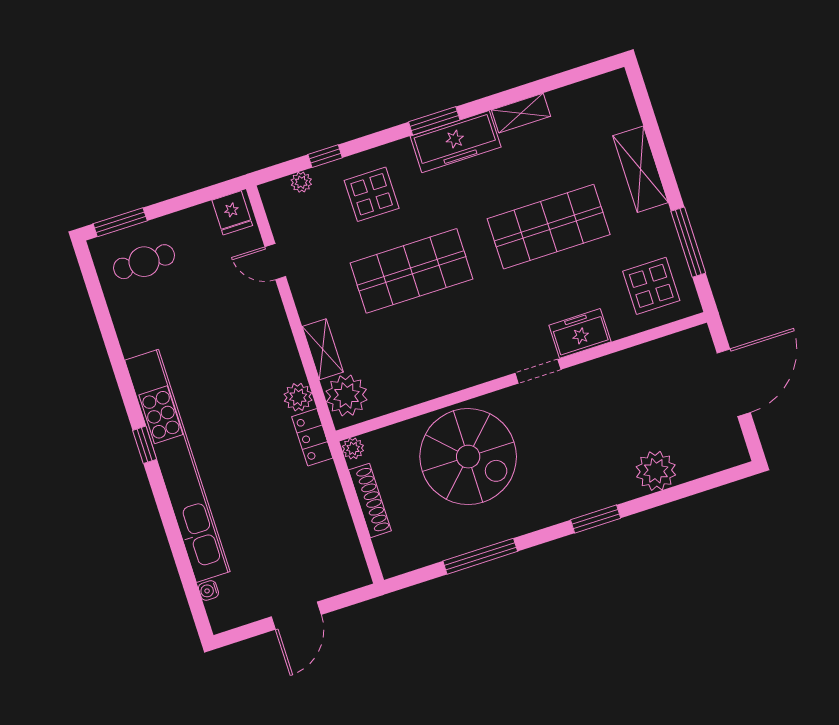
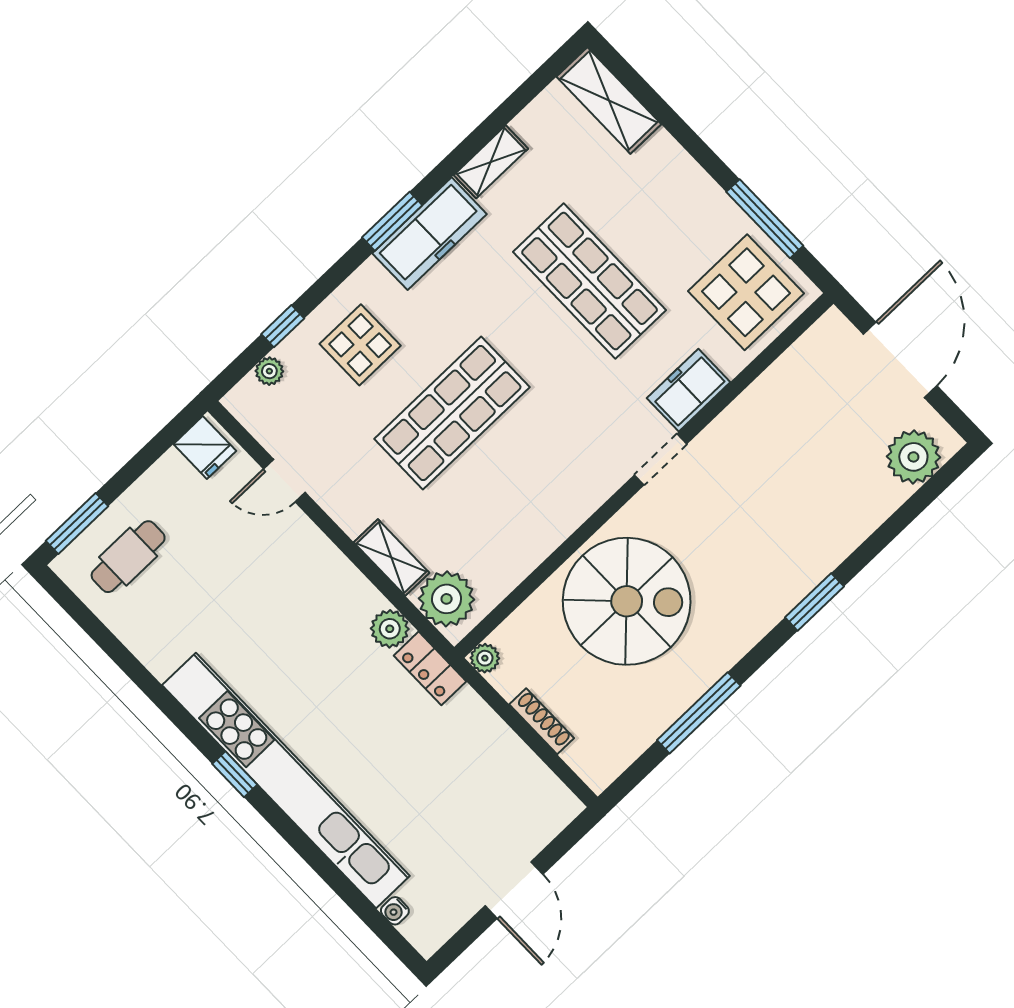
shelving: (640, 169) -> (609, 100), moved
shop shelf: (549, 227) -> (590, 281), turned 90
display table: (651, 286) -> (746, 292), width x1.36, depth x1.36
plant: (656, 471) -> (913, 457), moved
shoe rack: (370, 500) -> (542, 721), width x0.74, depth x0.81

